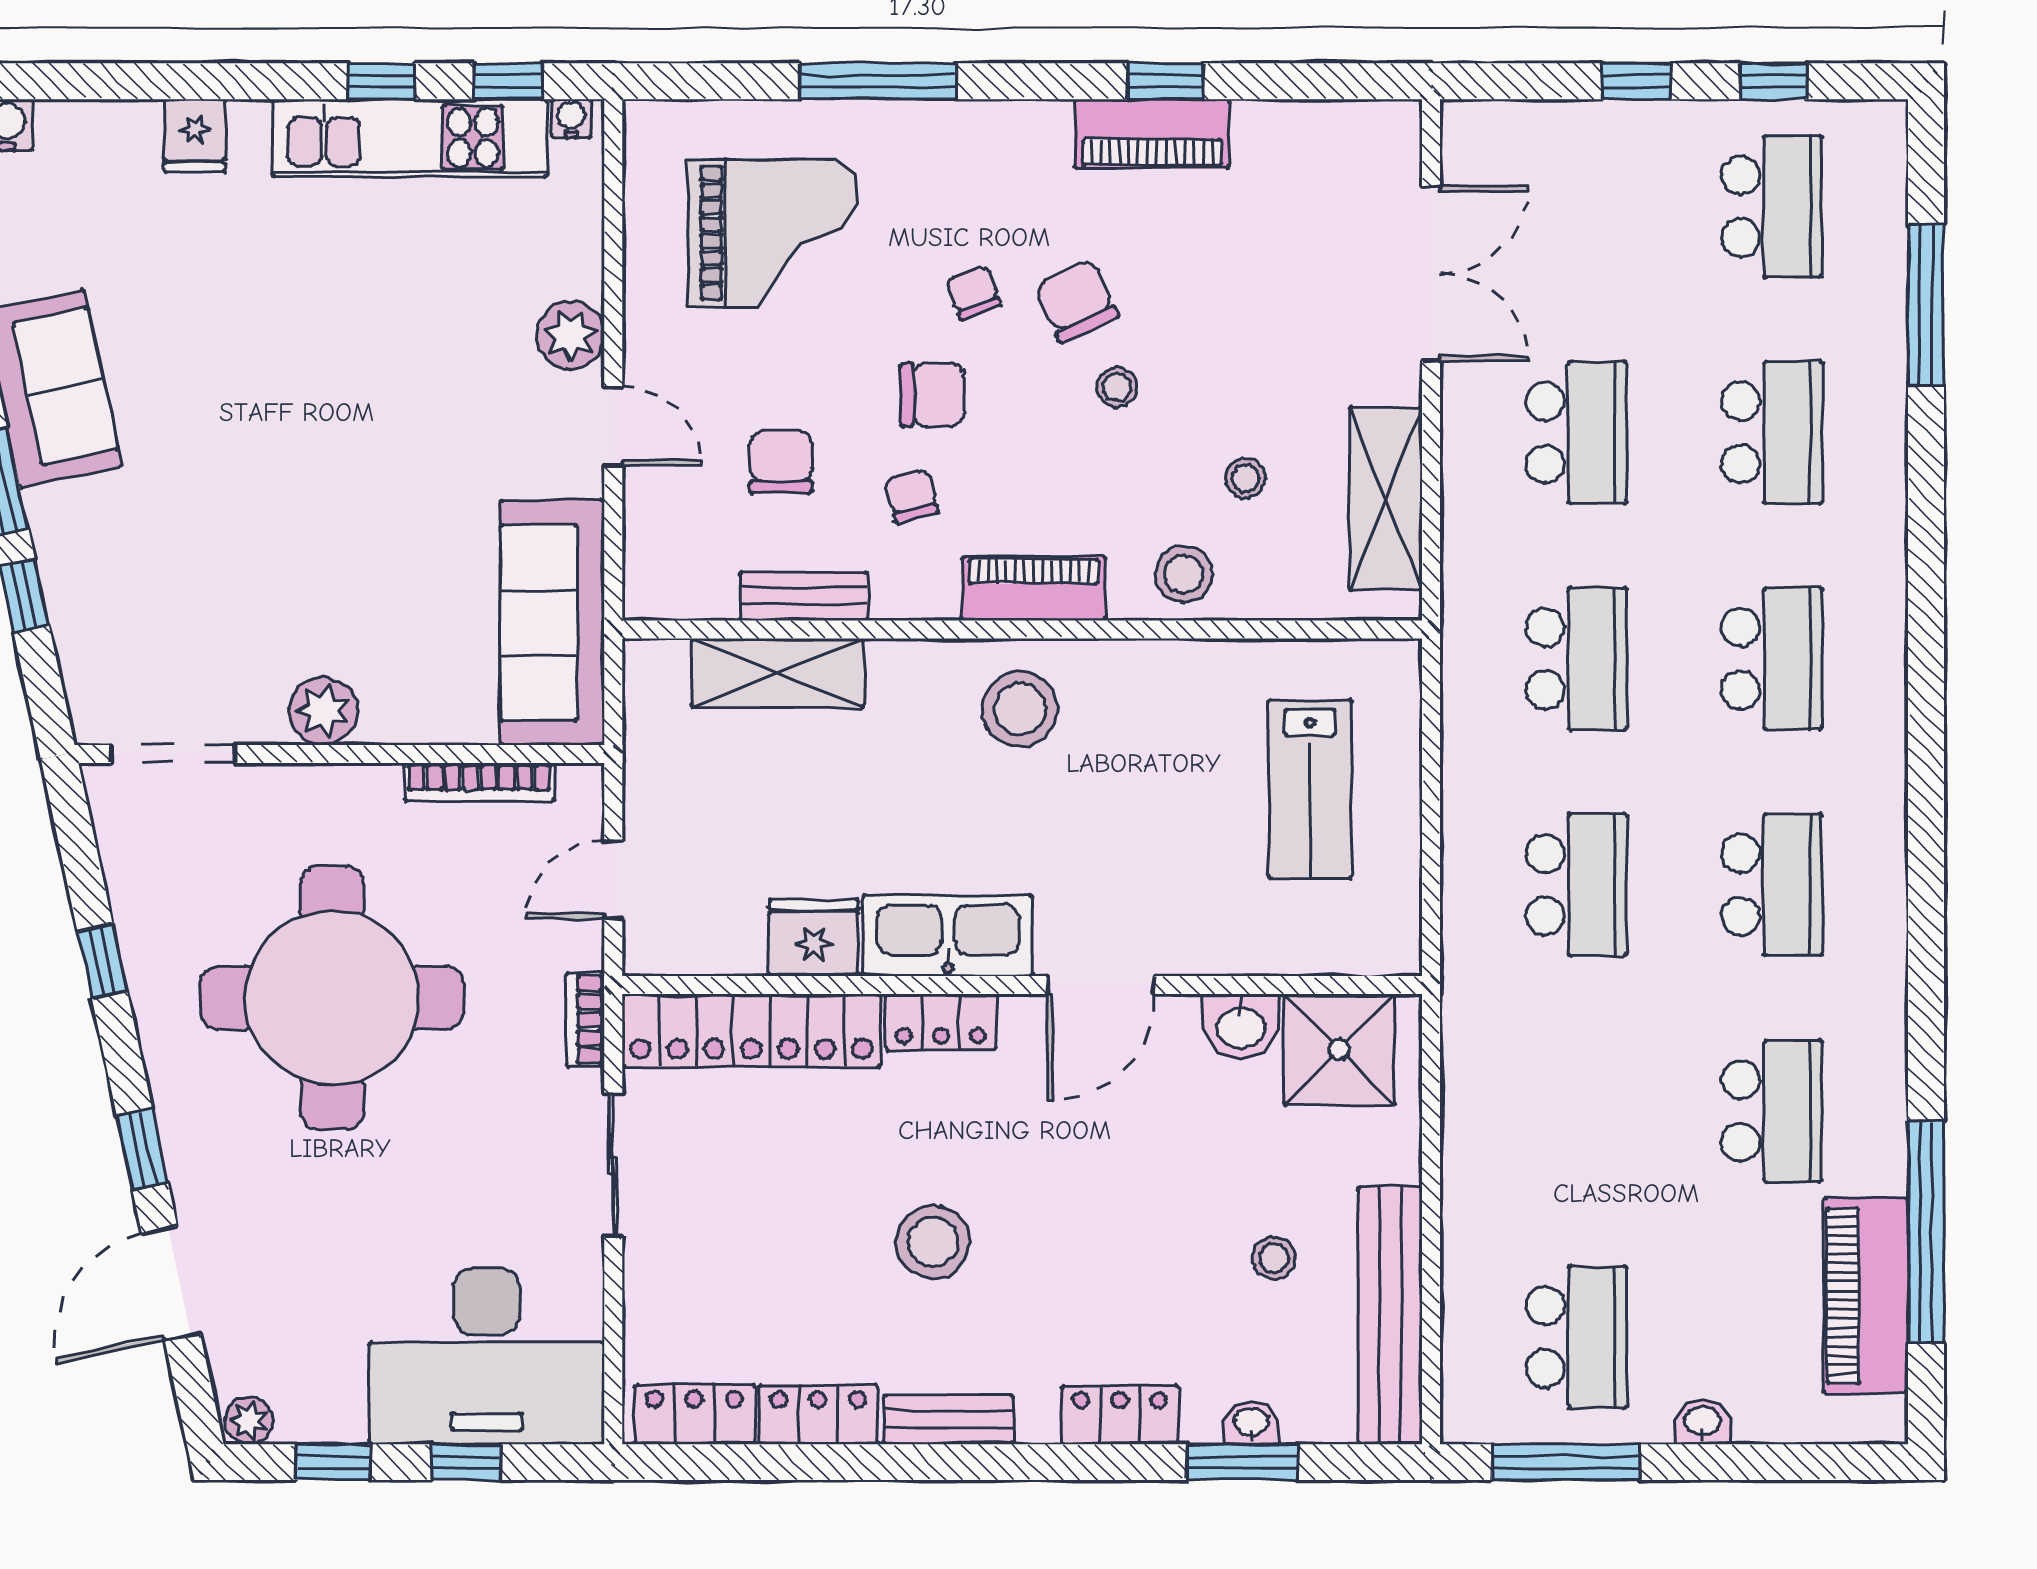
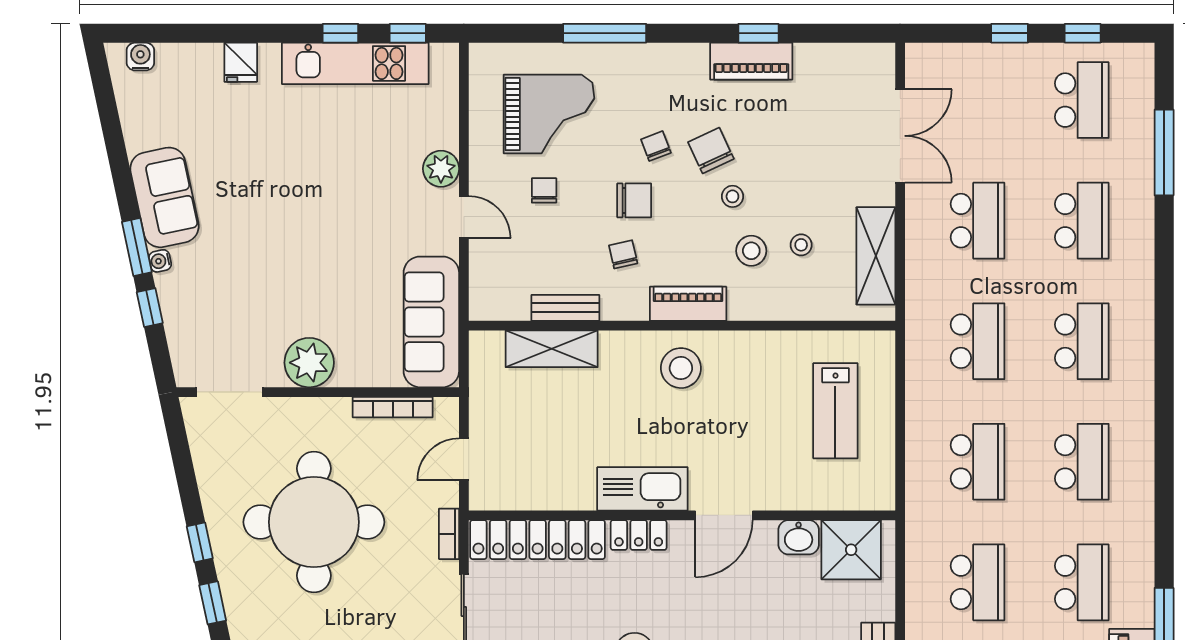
water cooler: (571, 118) -> (160, 261), moved, turned -102
chair: (781, 462) -> (544, 190), moved, width x0.73, depth x0.73
stool: (1184, 574) -> (751, 251), moved
plant: (323, 711) -> (309, 363), width x1.36, depth x1.36
fridge: (814, 938) -> (571, 490), removed
window: (102, 961) -> (200, 542), moved
school desk: (1576, 1111) -> (978, 582), added

